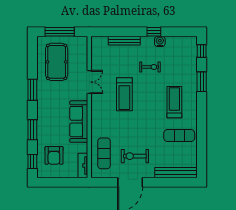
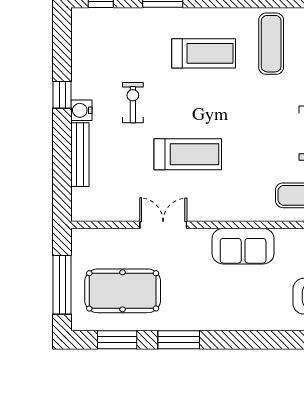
water cooler: (160, 41) -> (81, 110), moved
treadmill: (174, 102) -> (204, 53), turned 180
sofa: (79, 122) -> (243, 246), width x0.73
window: (32, 130) -> (117, 340), moved

